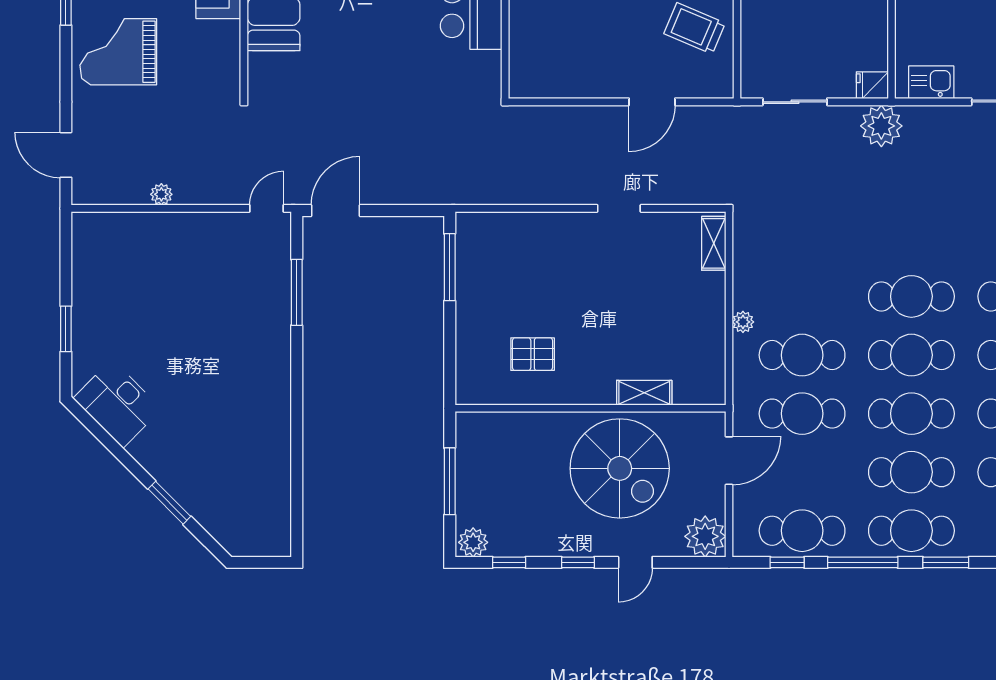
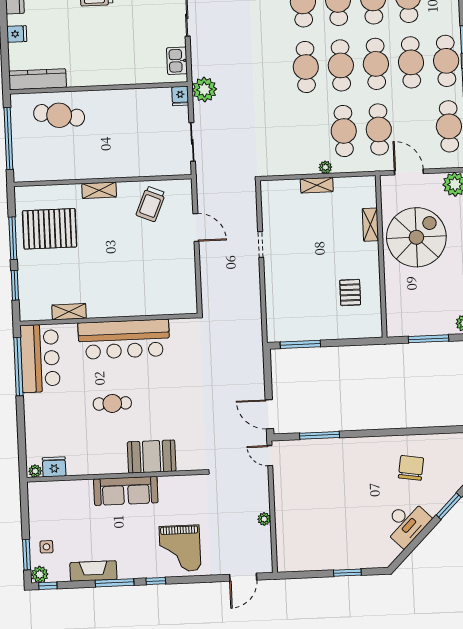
shelving: (714, 243) -> (317, 185), moved
desk: (117, 404) -> (406, 523), moved
chair: (236, 443) -> (411, 468), added

